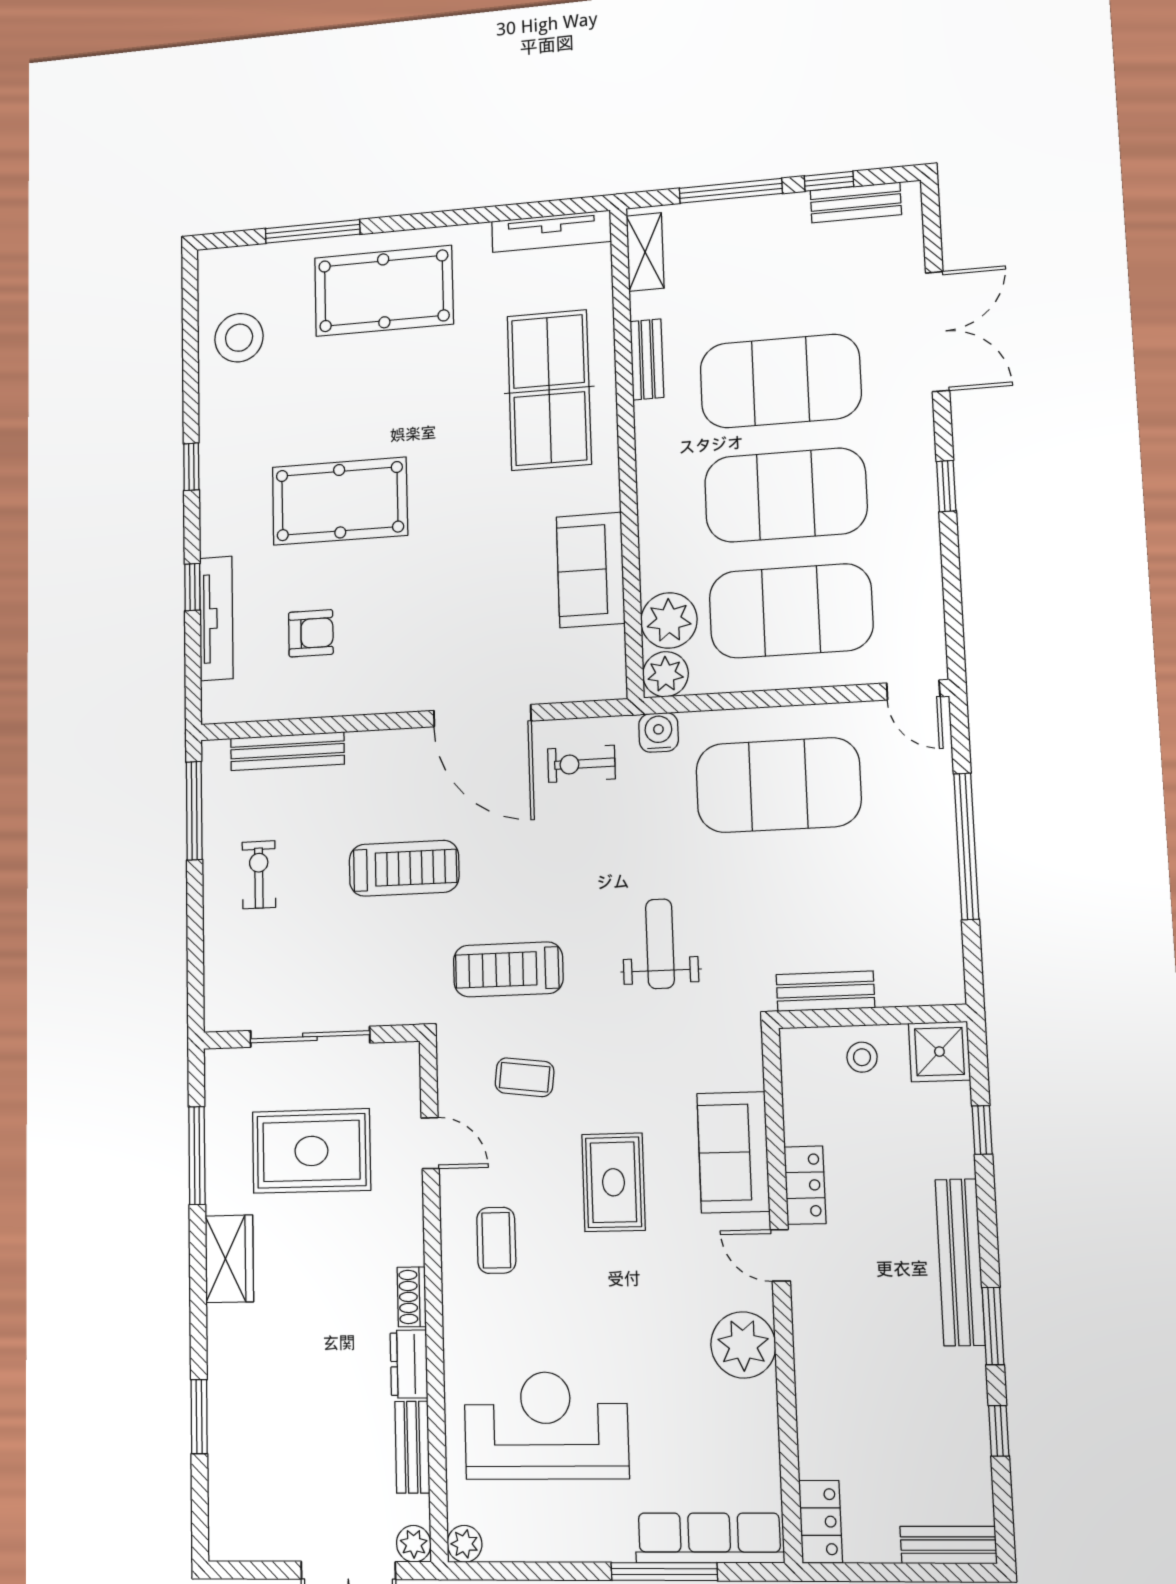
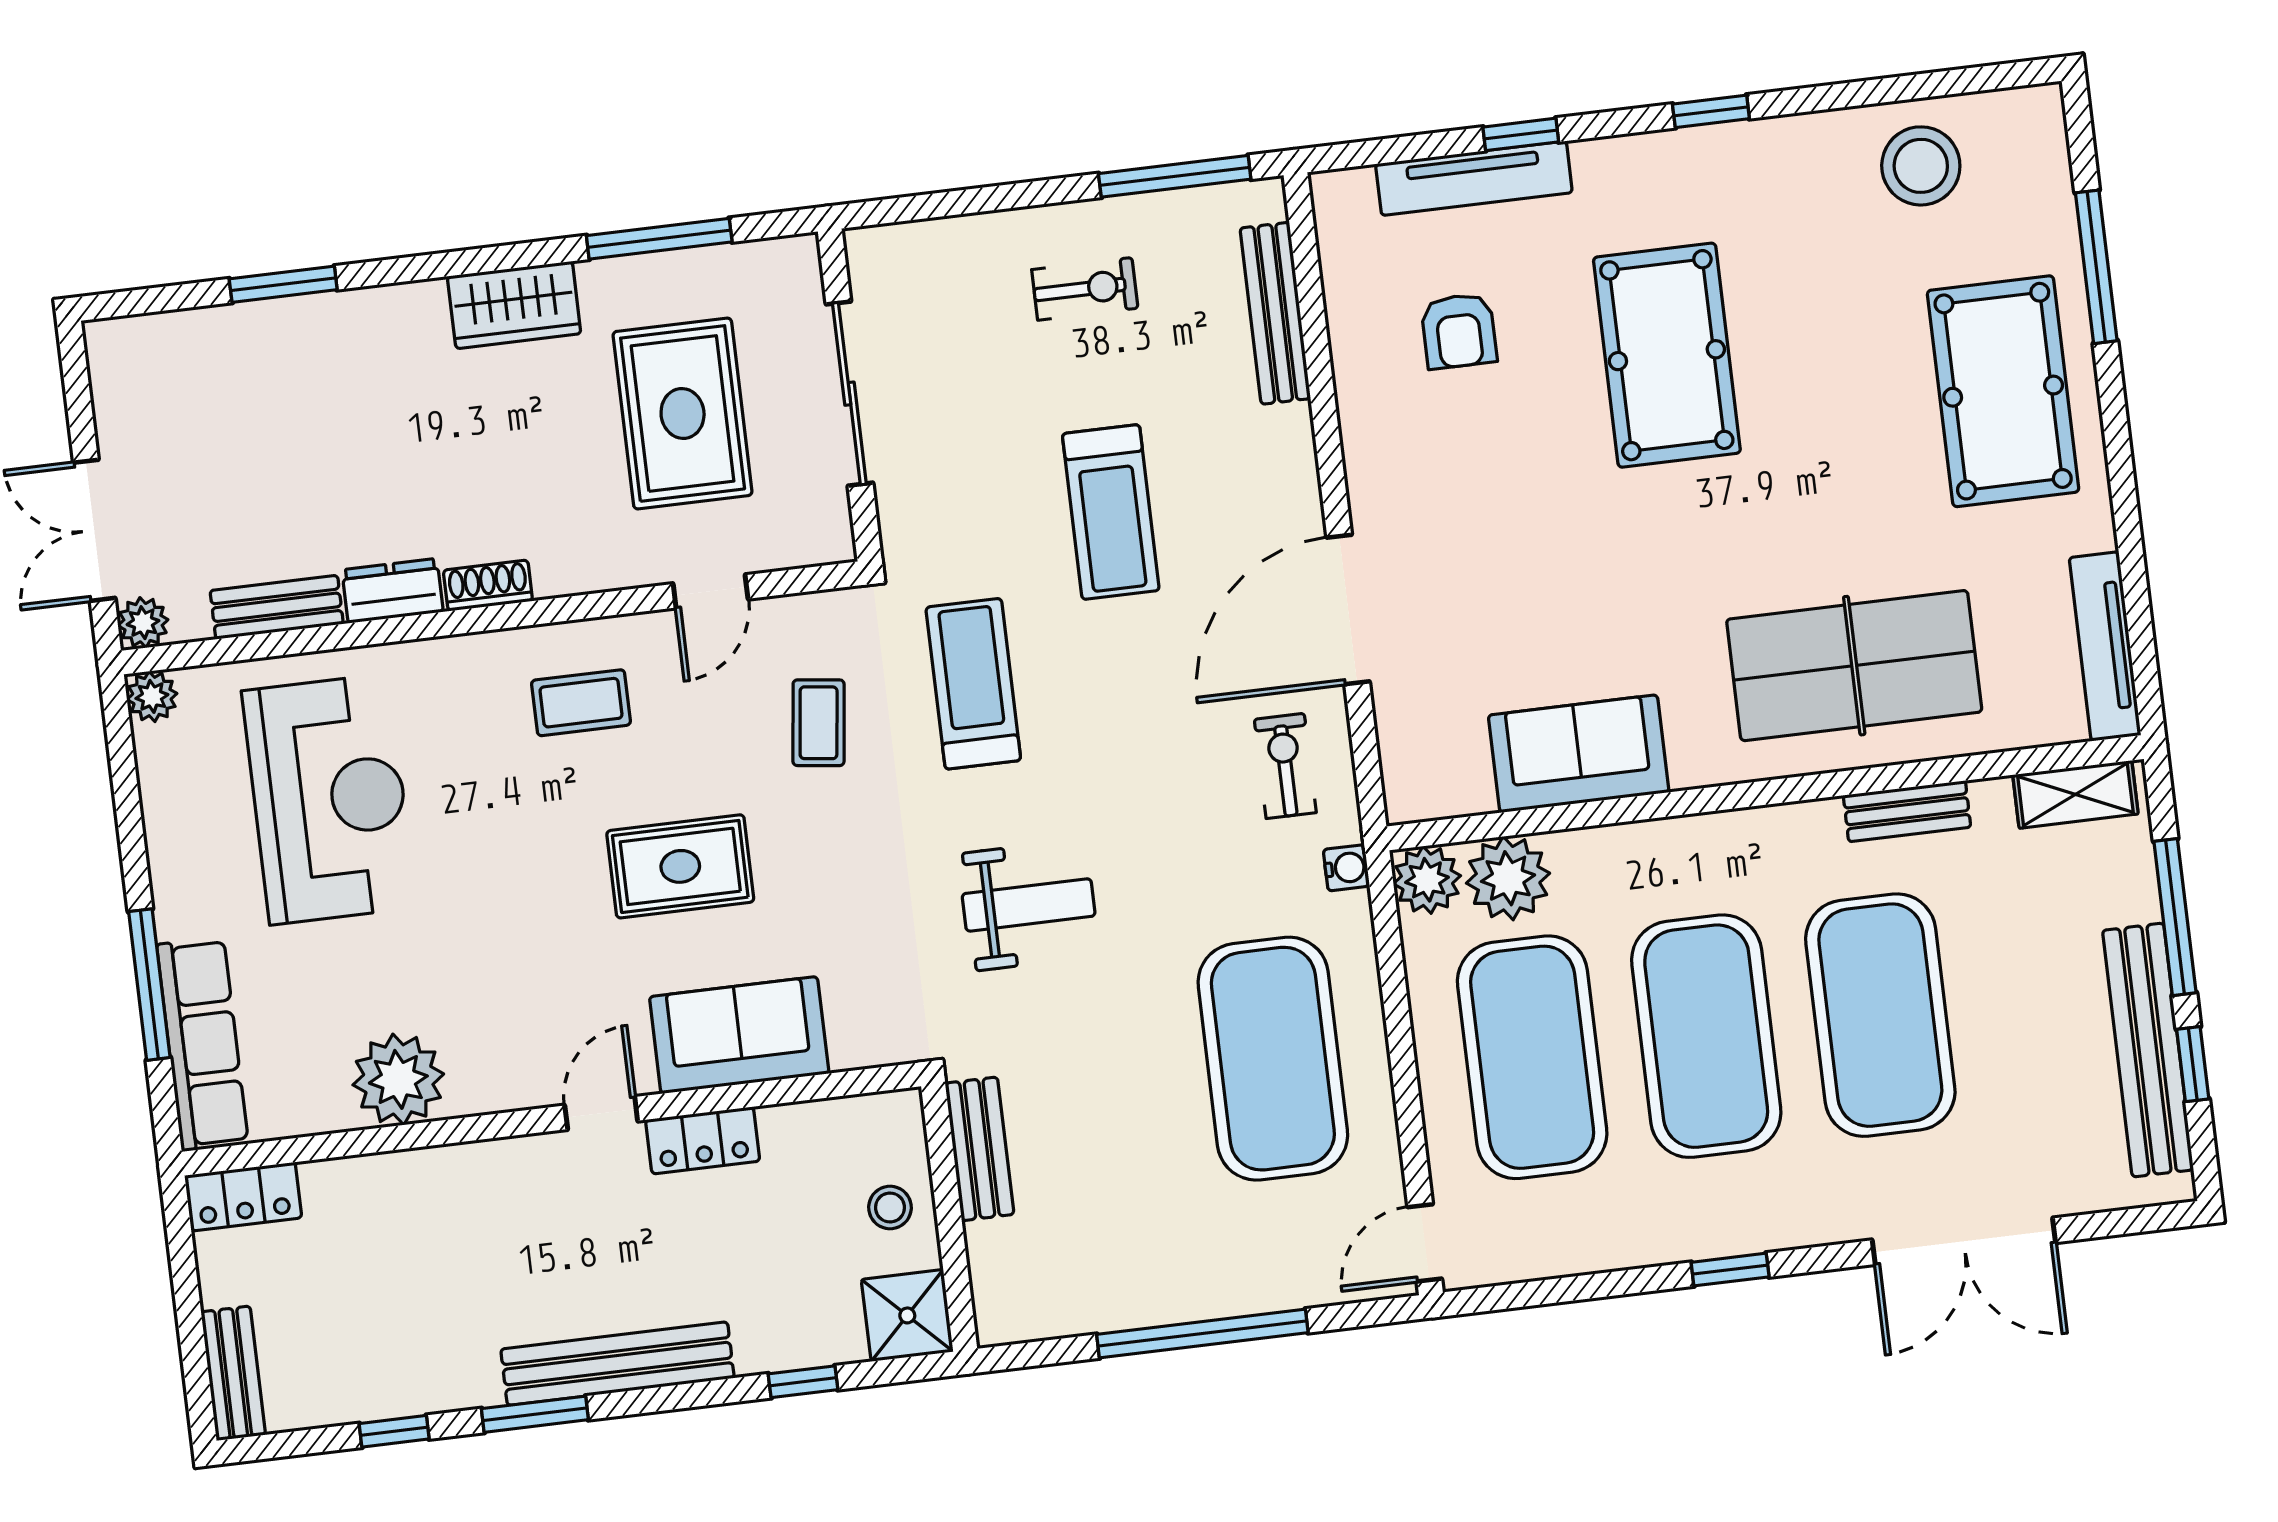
bench: (856, 203) -> (2148, 1050), width x1.86, depth x1.21
water cooler: (659, 732) -> (1346, 868), width x0.72, depth x0.72
plant: (743, 1345) -> (398, 1079), moved

